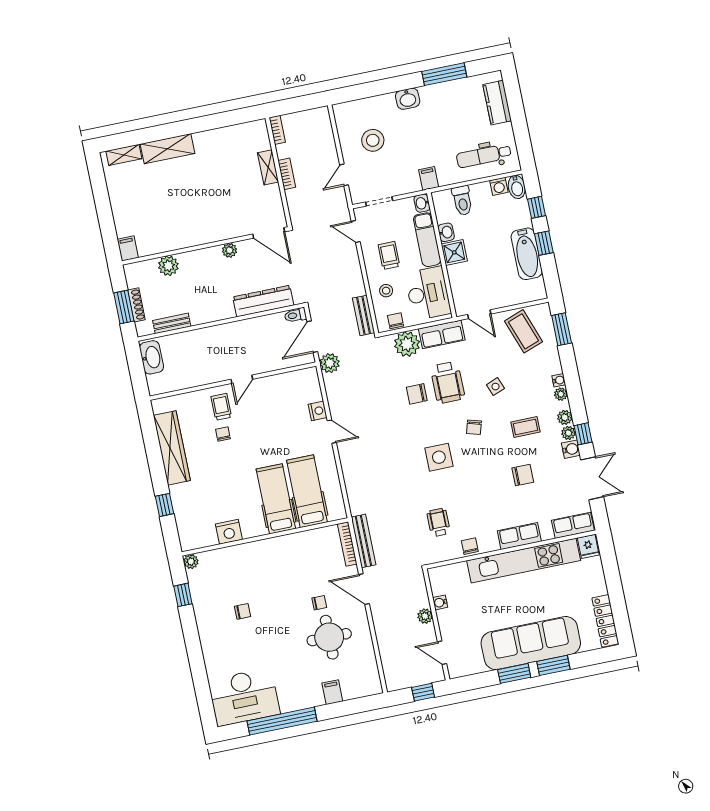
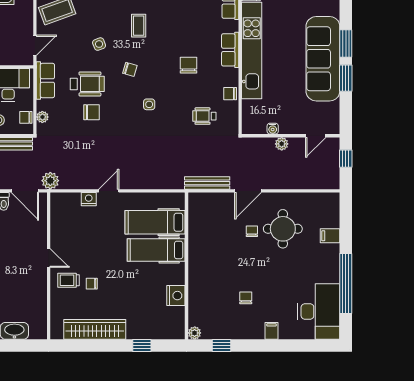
plant: (407, 344) -> (42, 117), width x0.53, depth x0.53
chair: (417, 394) -> (92, 112), turned -90
side table: (439, 457) -> (149, 104), width x0.54, depth x0.54
chair: (523, 475) -> (188, 65), moved
bookcase: (347, 544) -> (207, 197), removed
filing cabinet: (211, 648) -> (272, 331), added

